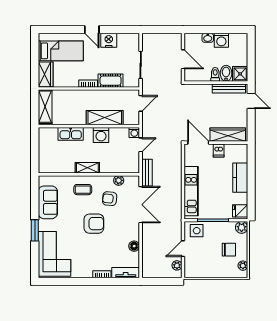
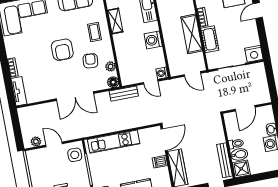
nightstand: (109, 40) -> (254, 54), moved, turned 90
shelving: (105, 118) -> (192, 34), moved
shelving: (87, 168) -> (115, 21), moved
double door: (141, 205) -> (75, 96), moved
floor lamp: (134, 246) -> (113, 82), moved

